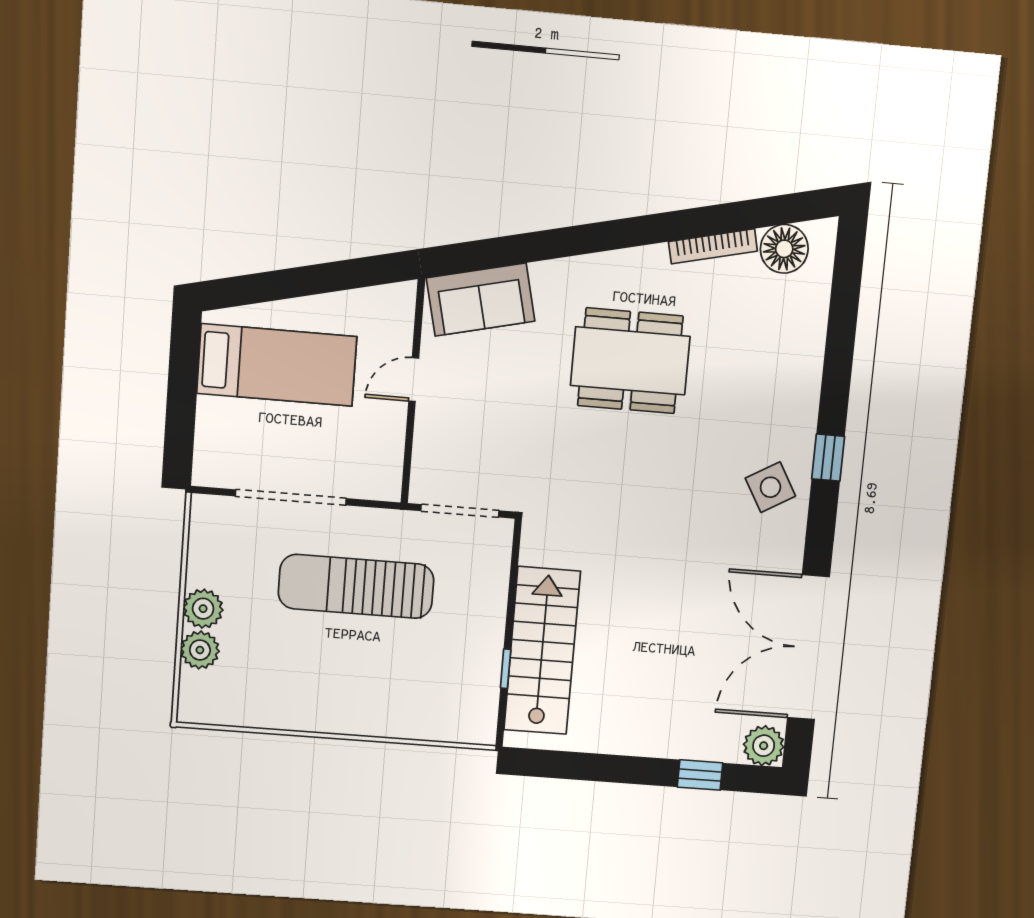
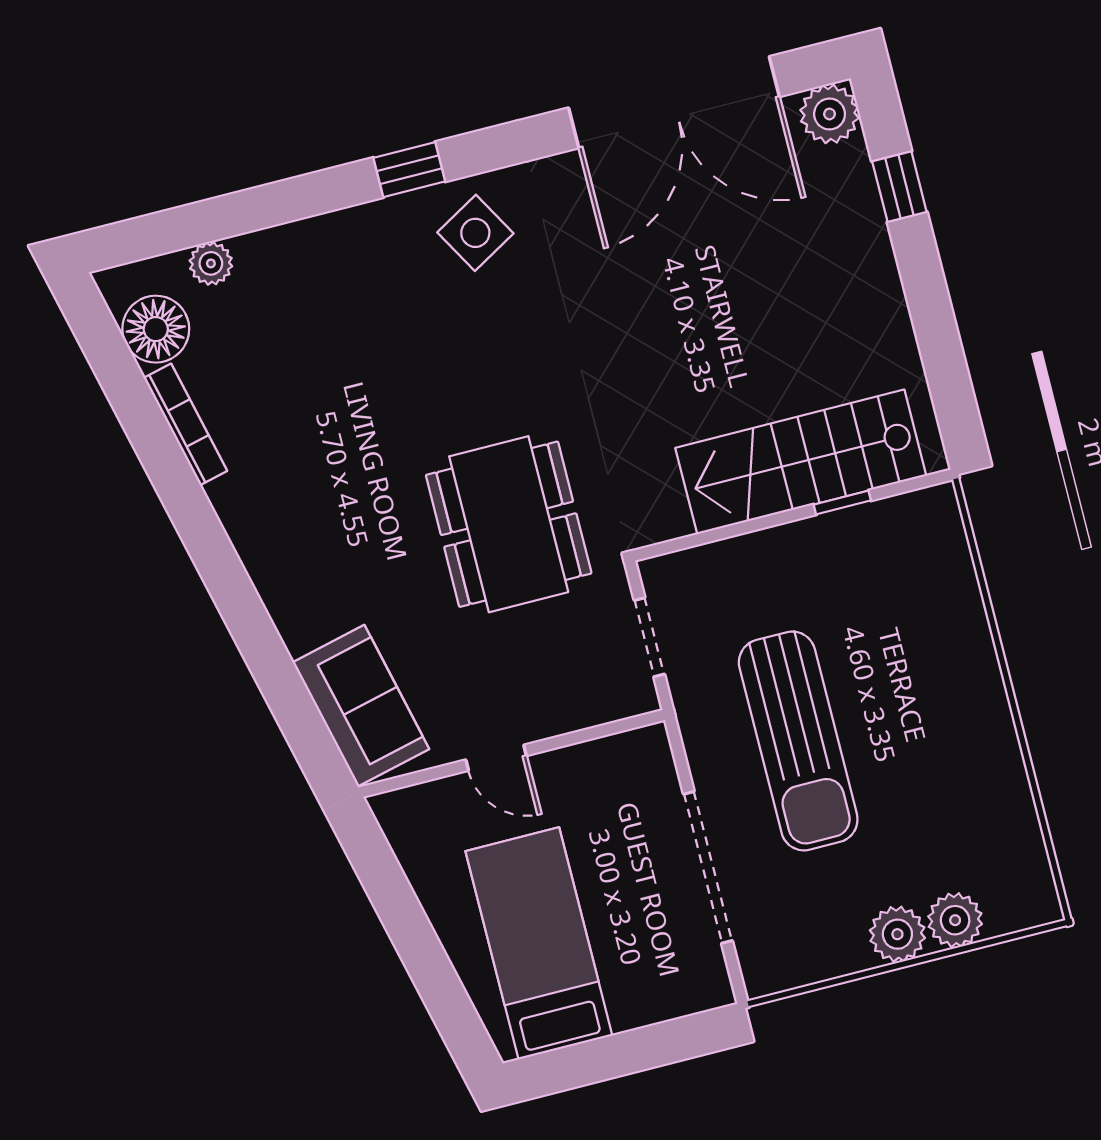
plant: (815, 302) -> (211, 263), added
dining table: (630, 361) -> (509, 524), moved
doorway: (460, 511) -> (649, 637), width x0.73

